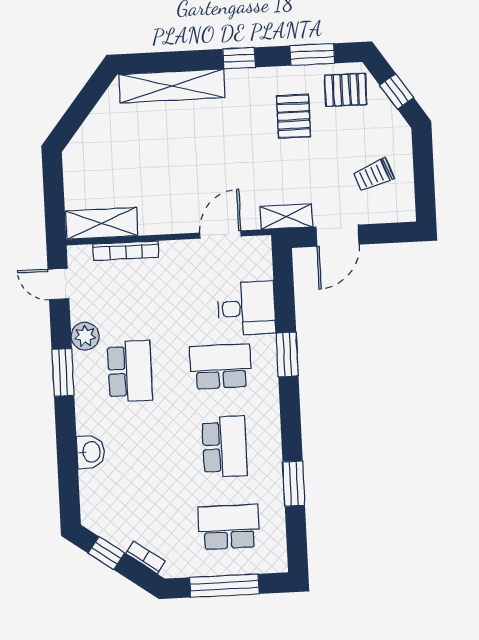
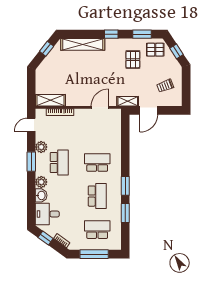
window: (86, 101) -> (47, 49), added
door: (58, 284) -> (31, 125), hinge flipped
desk: (246, 308) -> (47, 214), moved, turned 180
window: (287, 354) -> (125, 186), moved
plant: (89, 420) -> (41, 182), added

